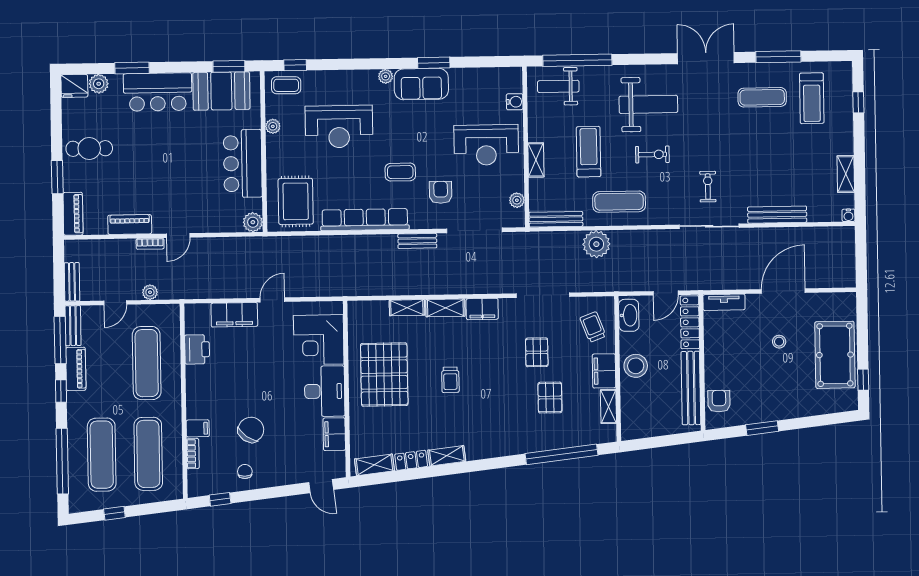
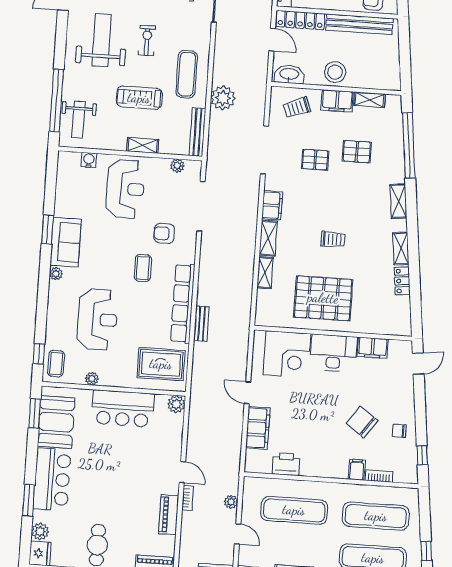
bench: (417, 241) -> (201, 324), moved
shelving: (374, 465) -> (398, 201), moved

